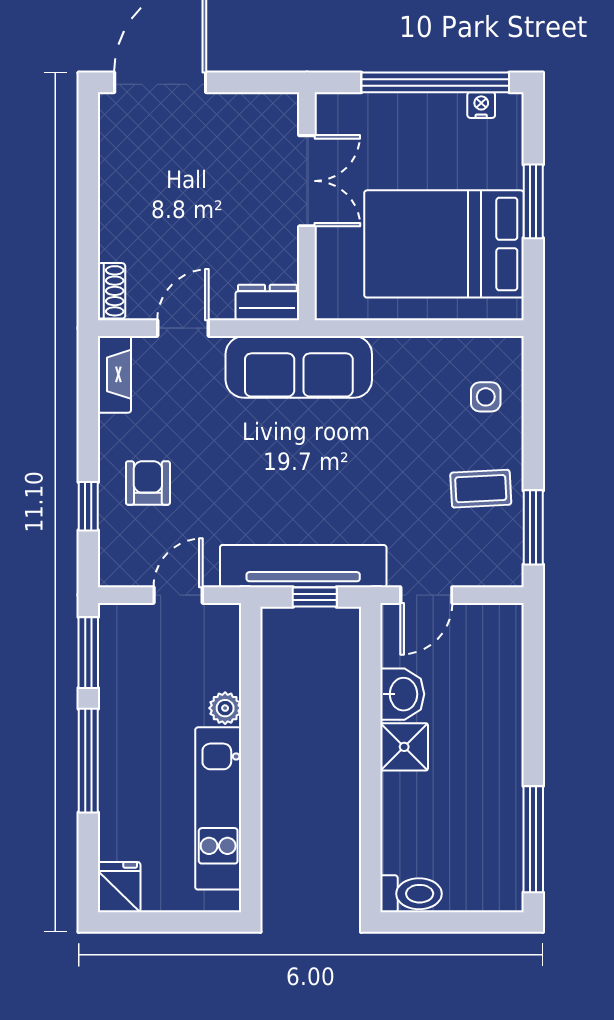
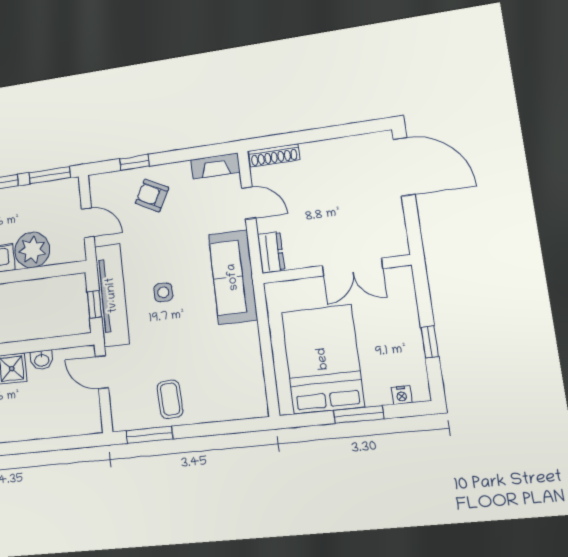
window: (435, 82) -> (430, 342), width x0.32
nightstand: (481, 105) -> (402, 395), moved, turned 90
shoe rack: (111, 291) -> (274, 155), width x1.43
side table: (486, 397) -> (163, 292), moved
armchair: (148, 483) -> (152, 195), turned -152
washbasin: (402, 694) -> (42, 360), width x0.72, depth x0.69
plant: (225, 708) -> (32, 250), width x1.87, depth x1.87

